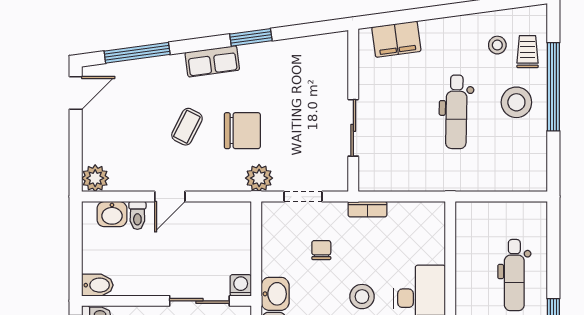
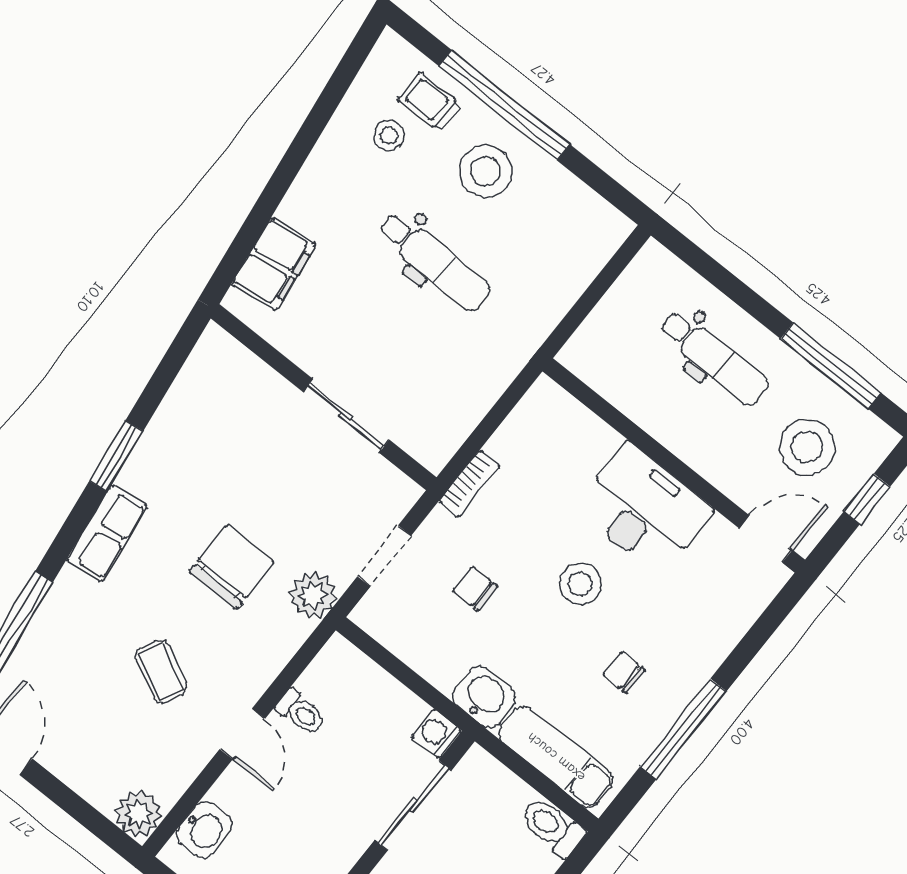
coffee table: (187, 127) -> (161, 672), moved
toilet: (137, 215) -> (301, 712), moved

